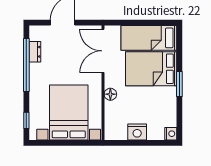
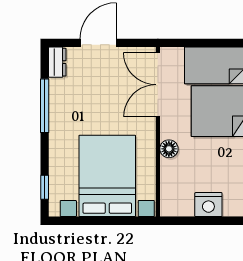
dresser: (35, 52) -> (57, 62), moved
window: (26, 65) -> (45, 106), width x0.68

